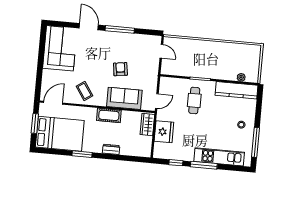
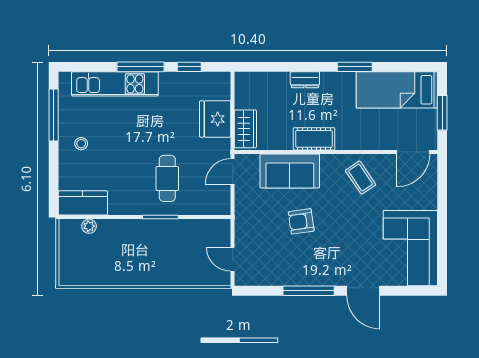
armchair: (120, 69) -> (301, 221), turned 90
kitchen counter: (236, 90) -> (83, 203), width x0.67
bed: (60, 134) -> (397, 90), width x0.67

